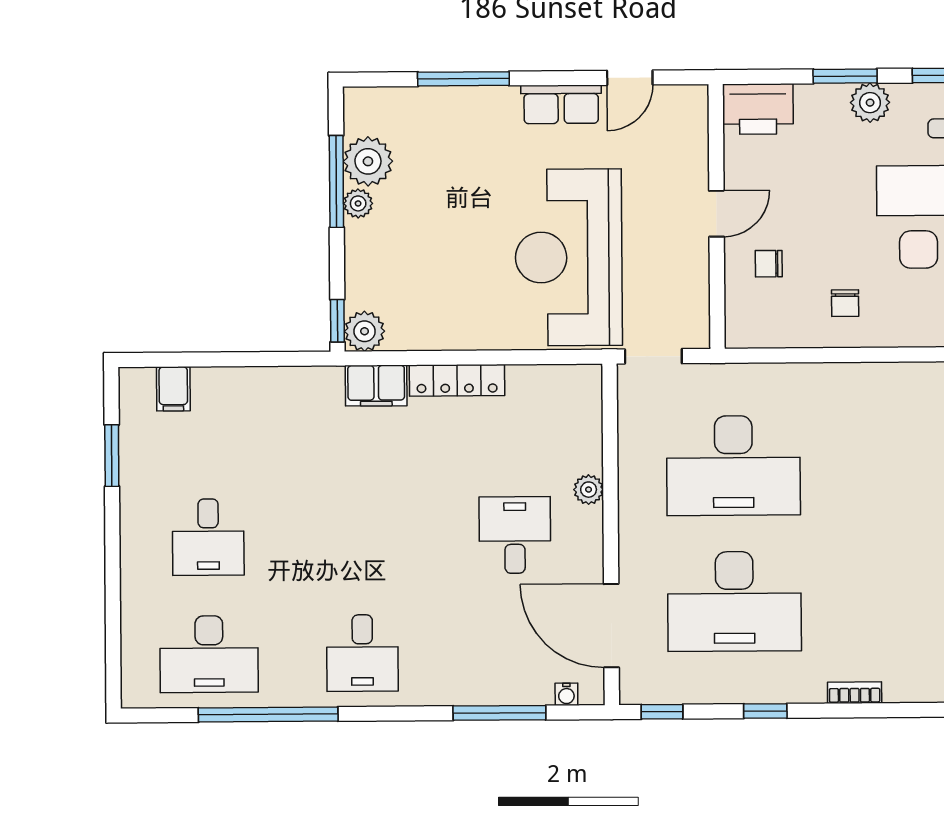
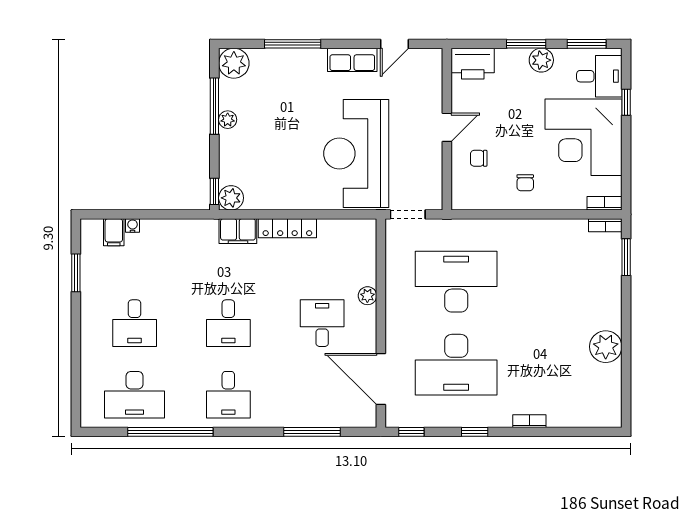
plant: (368, 161) -> (234, 63), moved
desk: (733, 466) -> (456, 282), turned 180
desk: (362, 536) -> (228, 323), added
water cooler: (566, 694) -> (133, 226), moved, turned 180

